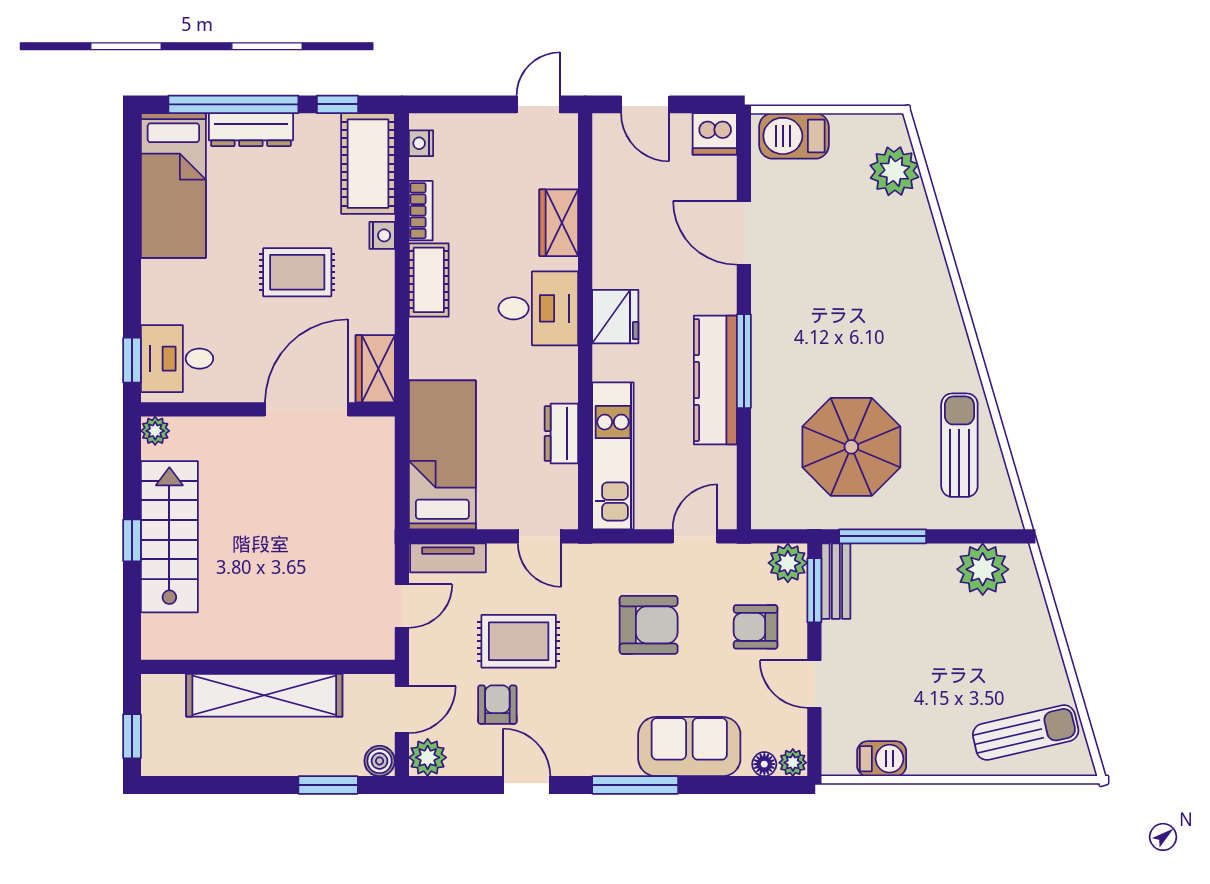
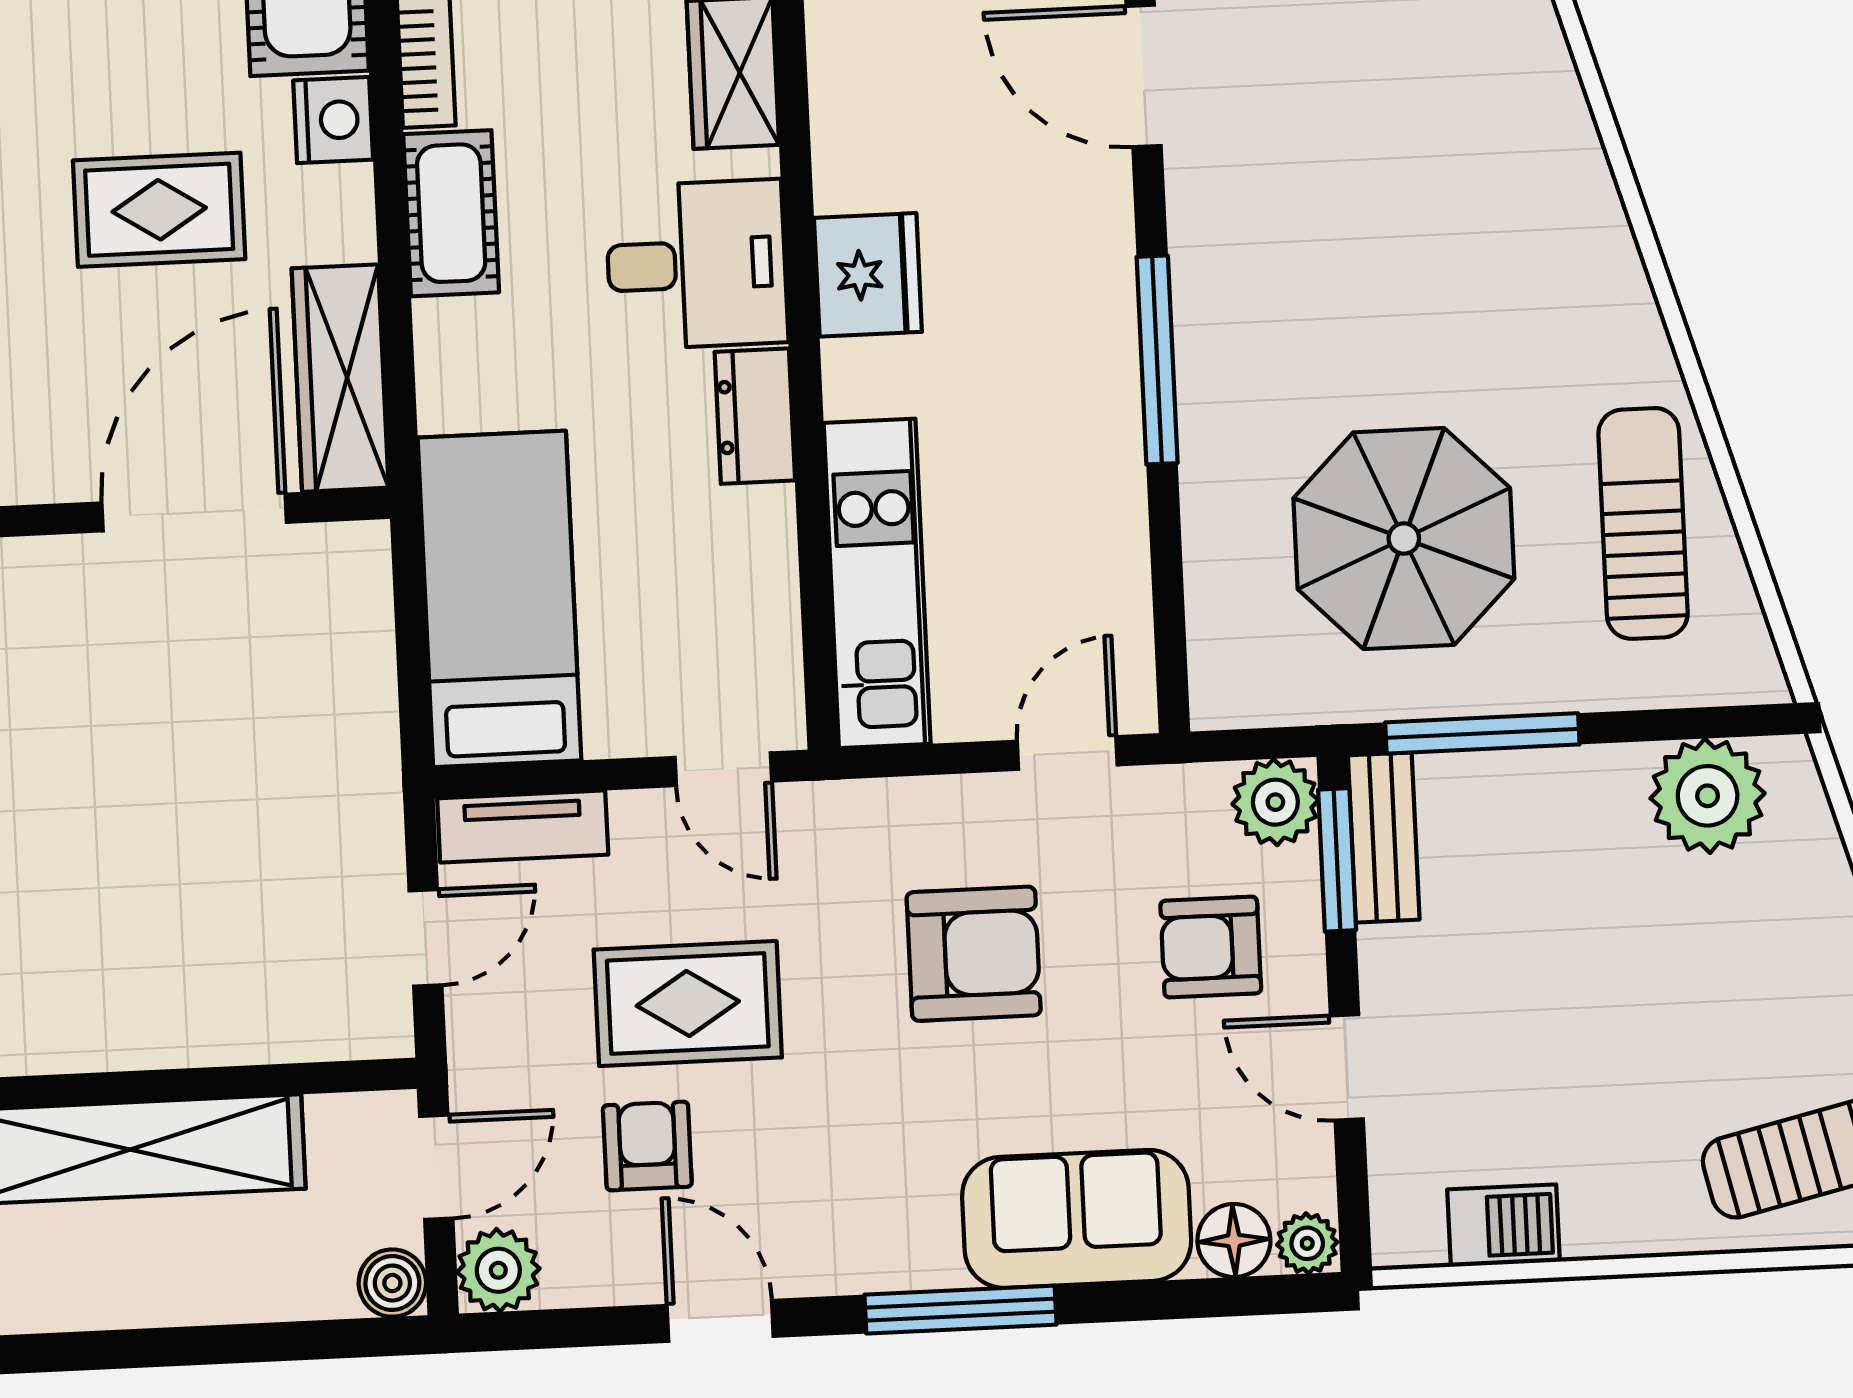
nightstand: (382, 235) -> (333, 120), width x1.39, depth x1.35
wardrobe: (375, 369) -> (340, 378), width x1.50
kitchen counter: (715, 380) -> (1096, 405), removed
dresser: (561, 434) -> (755, 416), moved
floor lamp: (764, 764) -> (1234, 1240), width x1.37, depth x1.37
window: (328, 785) -> (281, 1342), removed

